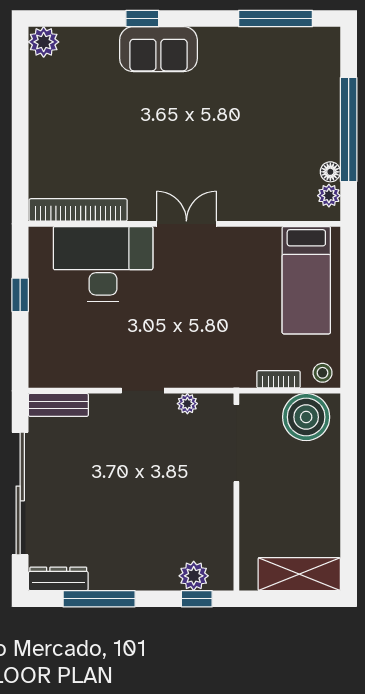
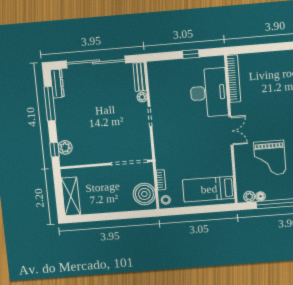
grand piano: (250, 146) -> (270, 158), added
plant: (187, 404) -> (142, 97), moved

